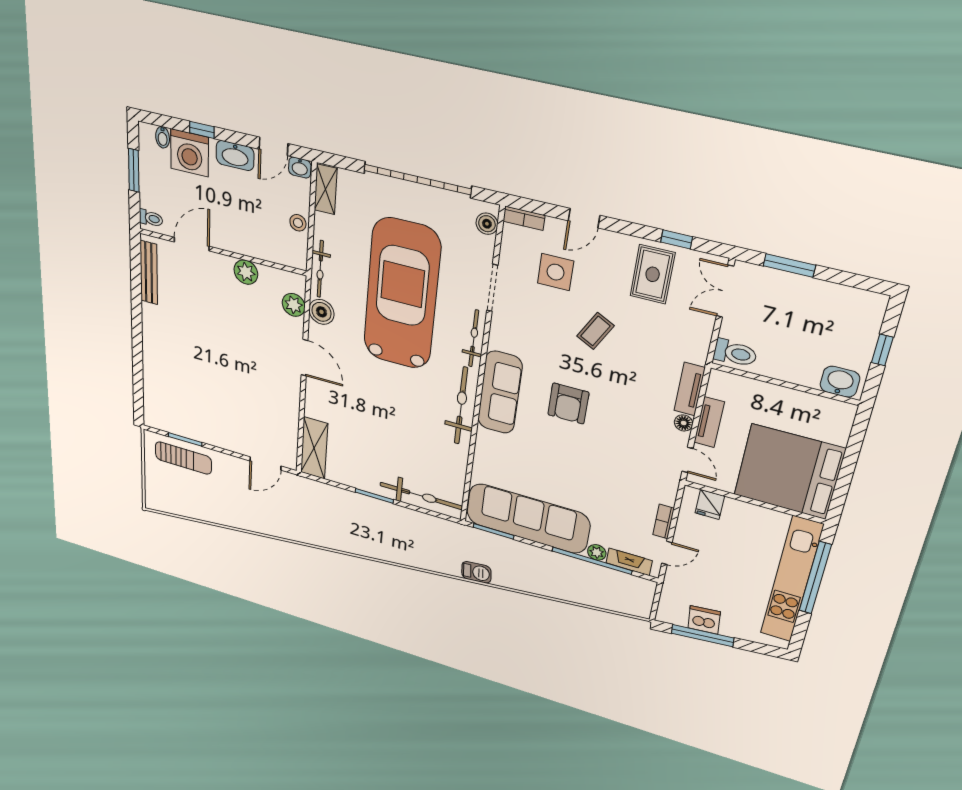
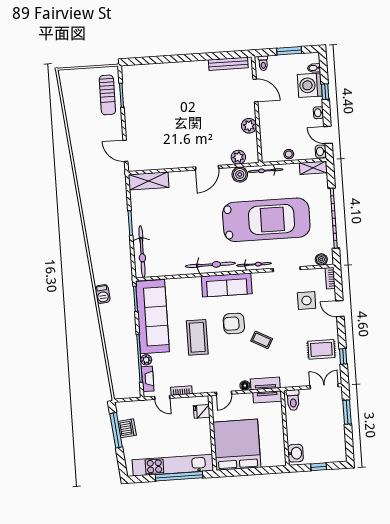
washbasin: (235, 156) -> (318, 113), width x0.52, depth x0.69
coffee table: (595, 331) -> (262, 340), moved
tv unit: (709, 422) -> (267, 397), moved
coffee table: (578, 467) -> (197, 337), added

